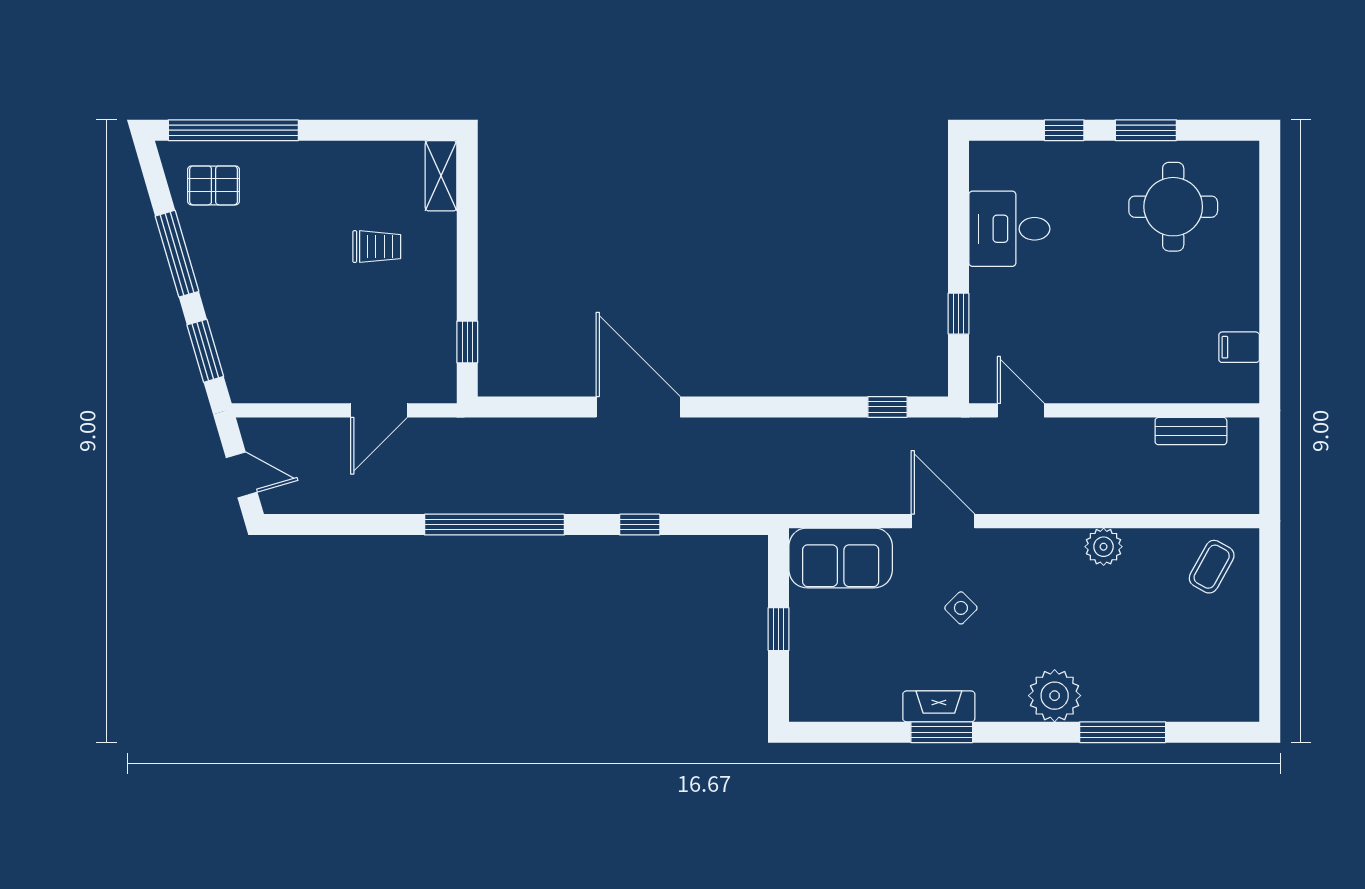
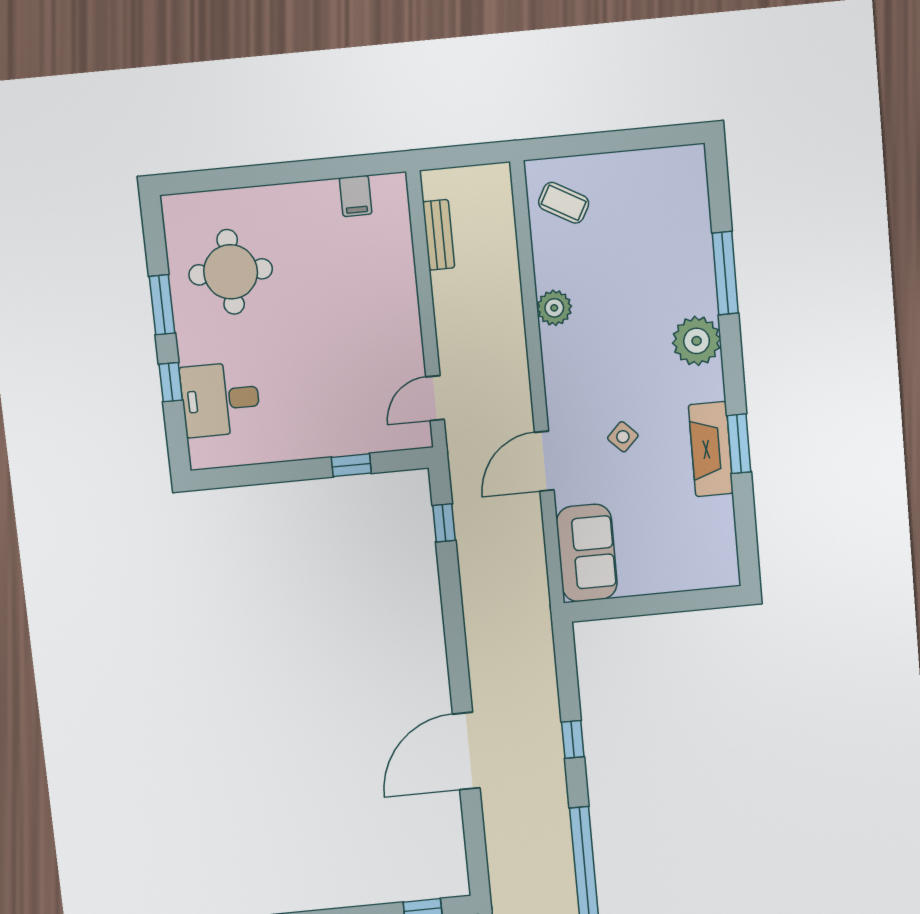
desk: (1009, 229) -> (220, 399), moved, turned 90
window: (779, 629) -> (657, 604), removed
fireplace: (939, 706) -> (711, 449), width x1.37, depth x1.32

